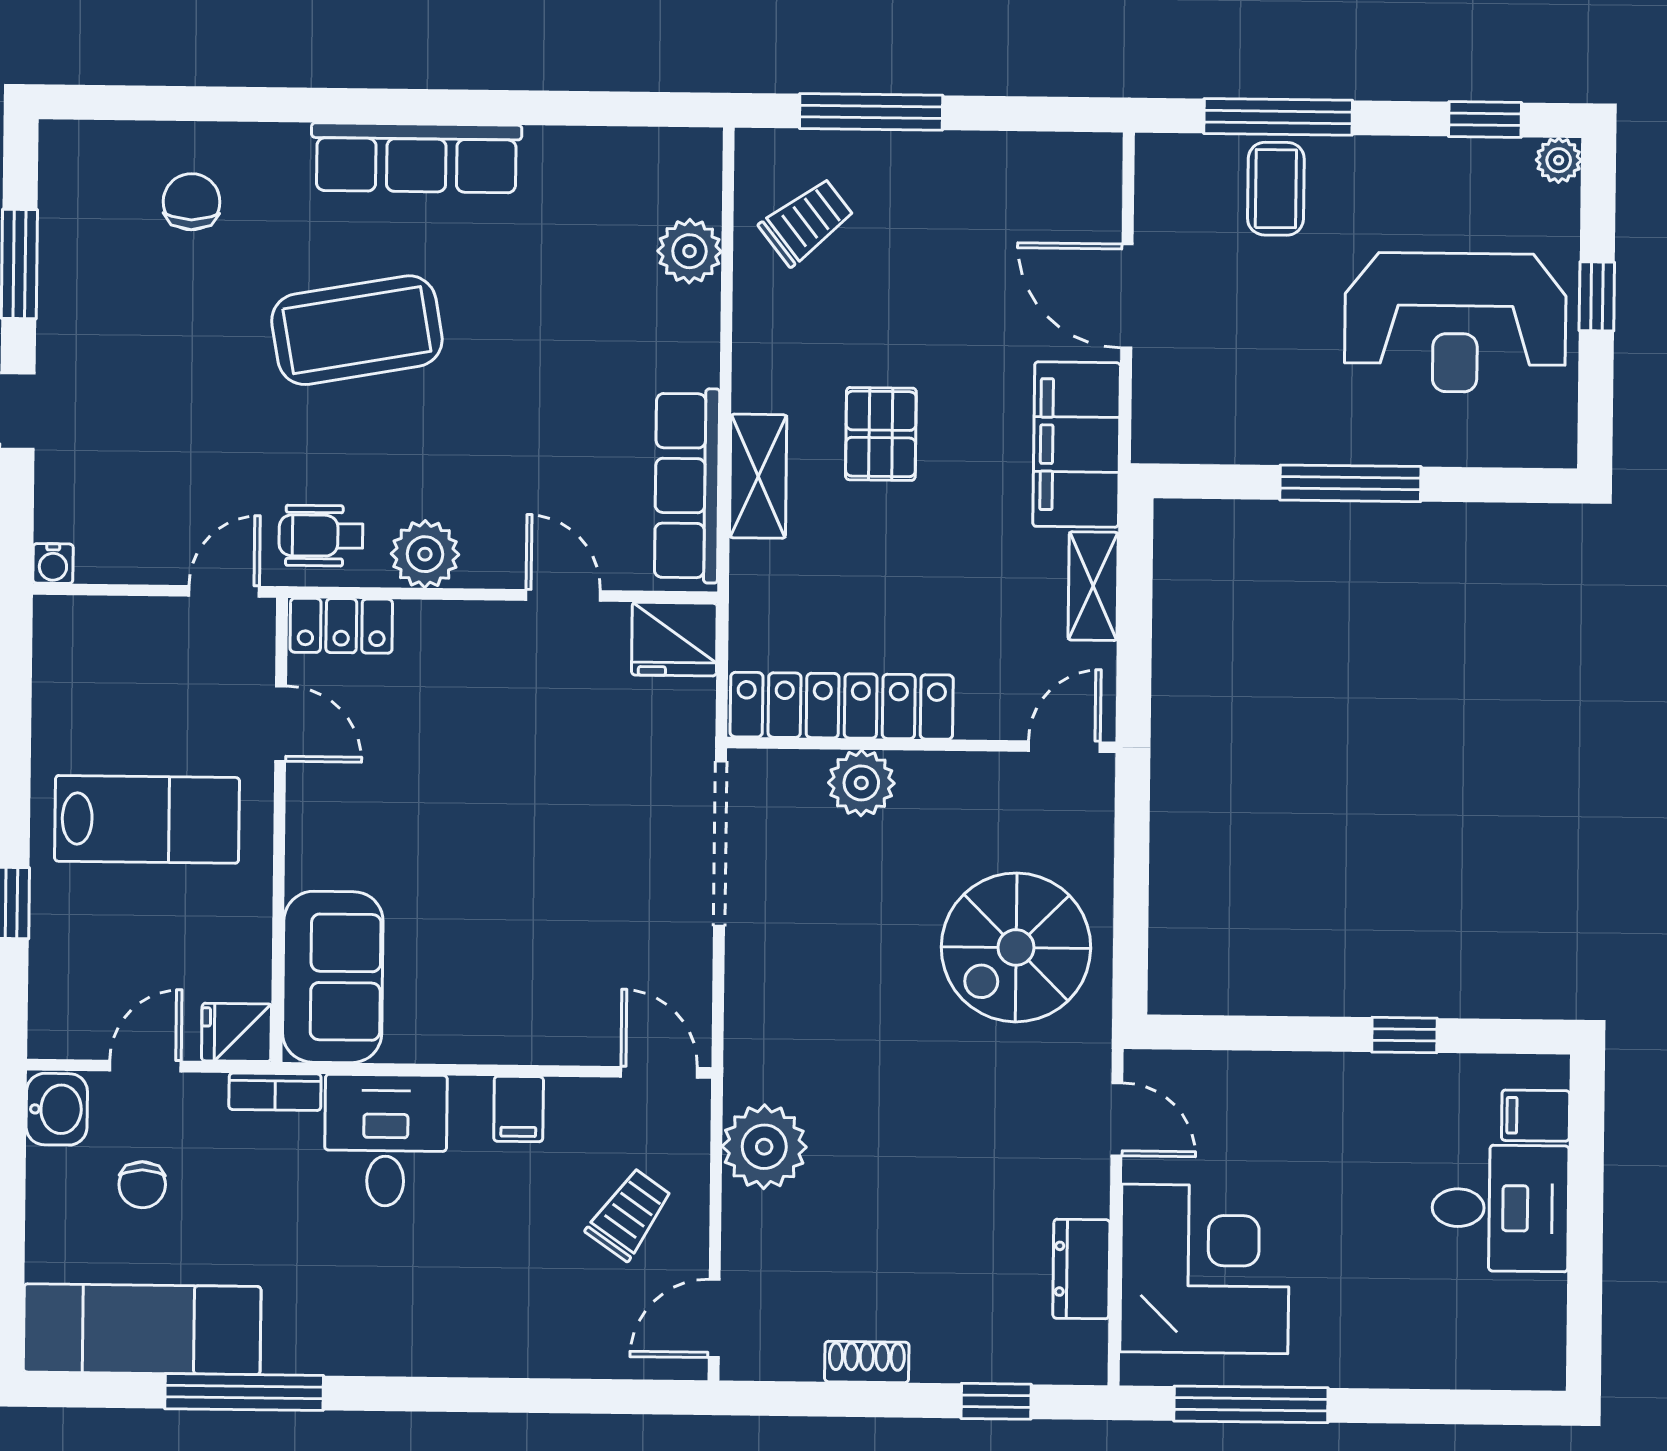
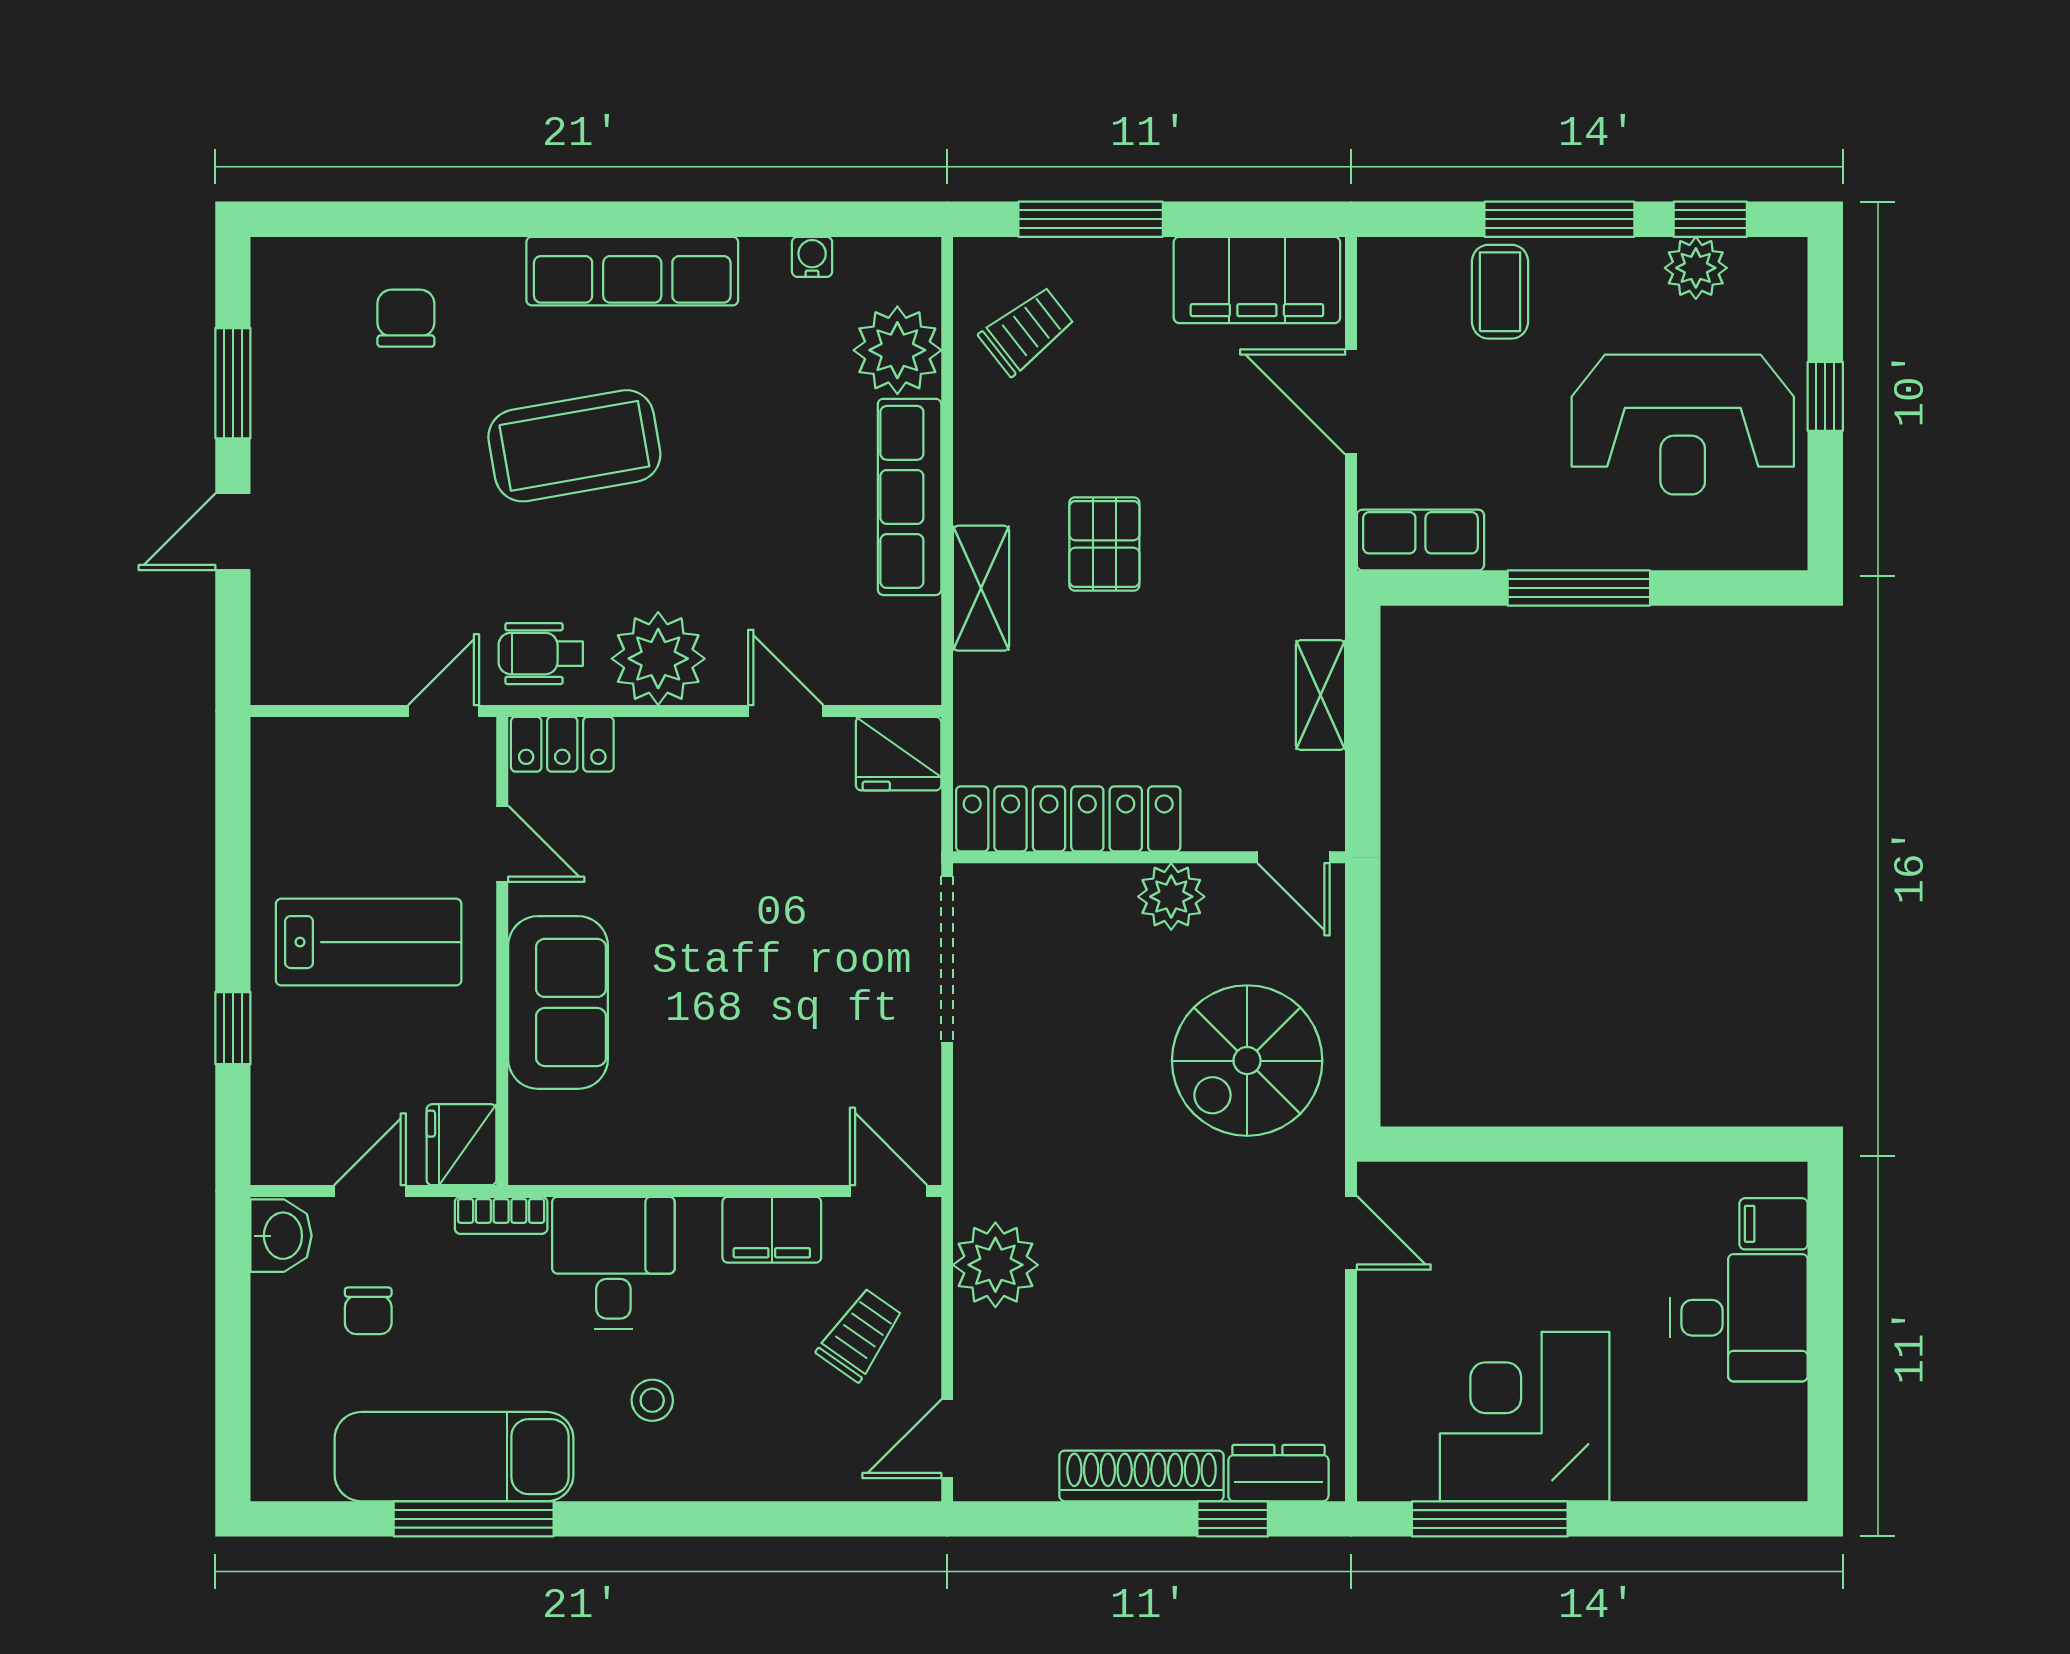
window: (1278, 117) -> (1559, 219), moved
plant: (1559, 160) -> (1696, 268), moved, width x1.38, depth x1.38
plant: (689, 251) -> (897, 350), width x1.36, depth x1.36
row of seats: (1194, 434) -> (1420, 540), added
filing cabinet: (1077, 445) -> (1257, 280), moved, turned -90
row of seats: (687, 486) -> (910, 497), moved
plant: (425, 554) -> (658, 659), width x1.36, depth x1.36
water cooler: (53, 564) -> (812, 257), moved, turned 180
door: (1064, 747) -> (1293, 857), swing flipped
plant: (861, 783) -> (1171, 897), moved
sofa: (333, 977) -> (558, 1002), moved
fridge: (236, 1032) -> (461, 1145), width x1.38
window: (1404, 1035) -> (1640, 1144), removed
filing cabinet: (519, 1109) -> (772, 1230), width x2.00
dresser: (1081, 1269) -> (1278, 1473), moved, turned 90
corner desk: (1205, 1269) -> (1525, 1417), moved, turned -90
stool: (422, 1277) -> (652, 1400), added
exam couch: (142, 1329) -> (454, 1457), moved
shoe rack: (867, 1362) -> (1142, 1476), width x1.94, depth x1.24

